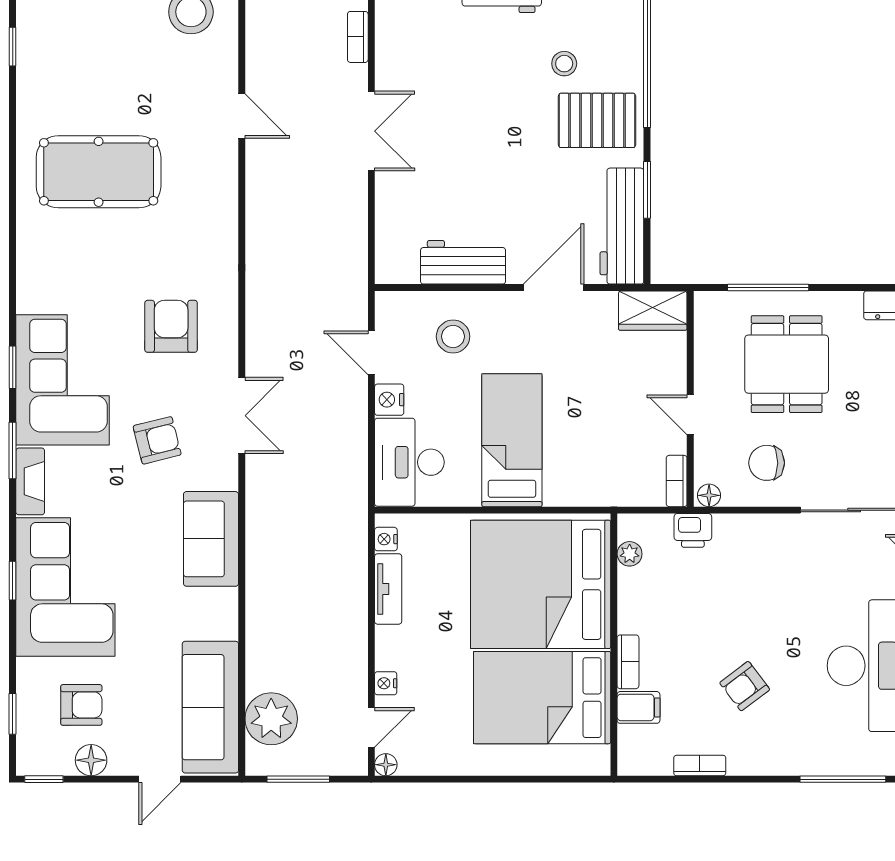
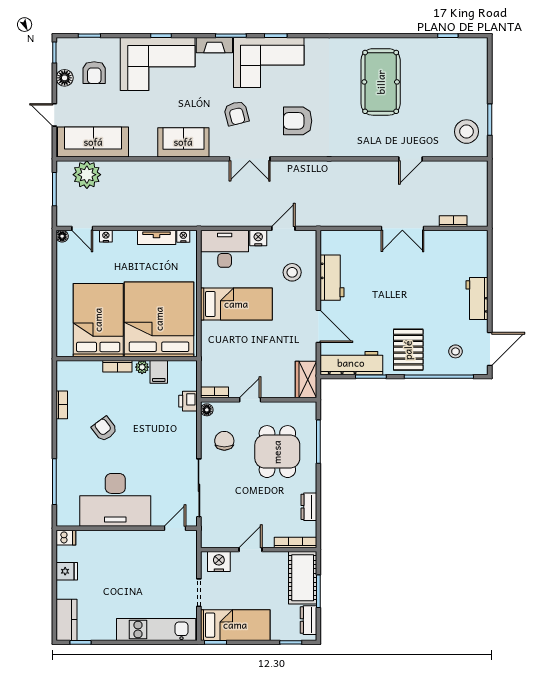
stool: (564, 64) -> (455, 351), moved
armchair: (171, 326) -> (298, 121), turned 180
dining table: (787, 364) -> (277, 452), turned 90
plant: (630, 554) -> (142, 367), moved
filing cabinet: (638, 707) -> (159, 372), moved

